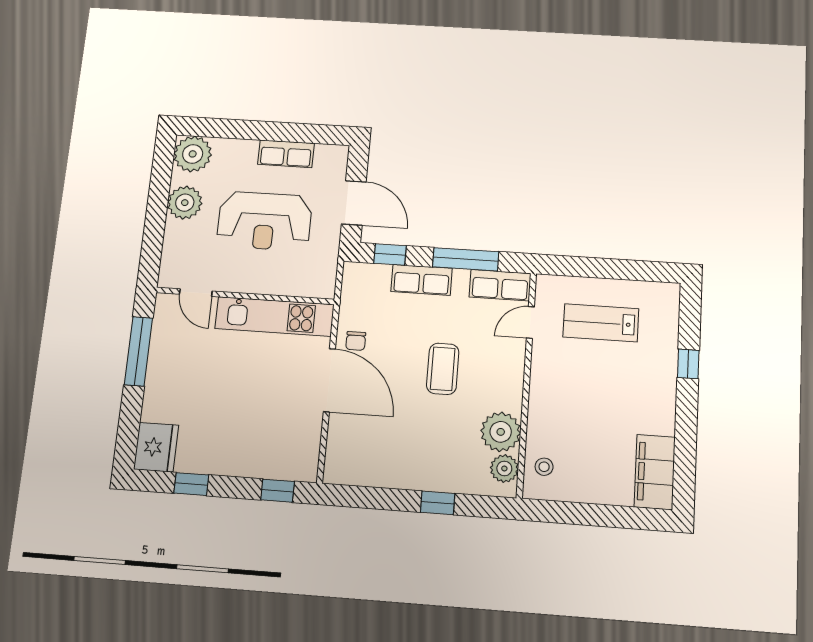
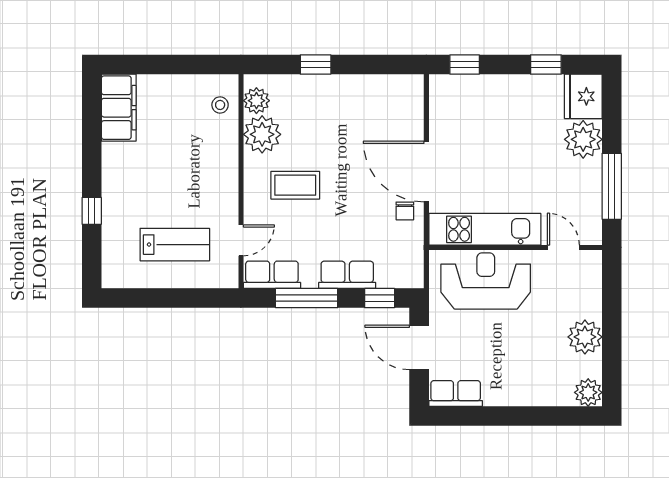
plant: (193, 154) -> (588, 392), width x0.73, depth x0.73
row of seats: (286, 154) -> (456, 394), moved
reception desk: (264, 221) -> (486, 281), moved
chair: (356, 341) -> (405, 211), turned 180
coffee table: (443, 369) -> (295, 185), moved, turned 90
plant: (162, 402) -> (583, 139), added

